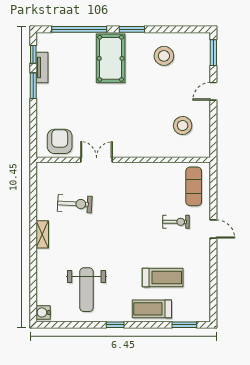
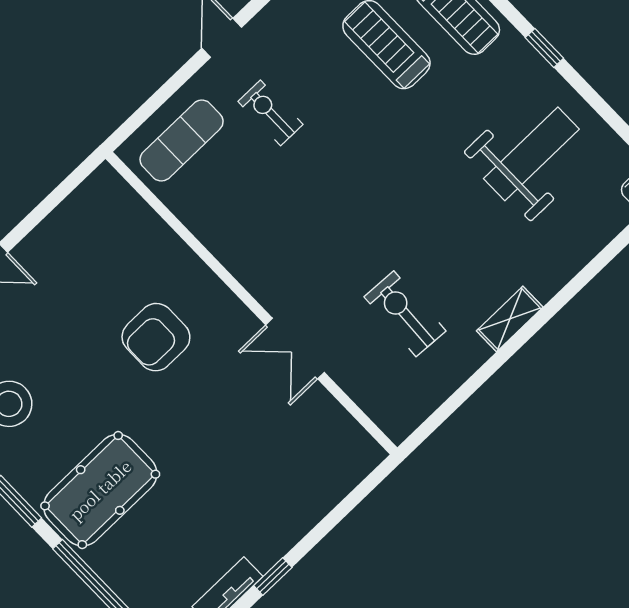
window: (33, 86) -> (273, 576), width x0.67
stool: (183, 126) -> (97, 259), removed
armchair: (60, 141) -> (156, 337), moved

